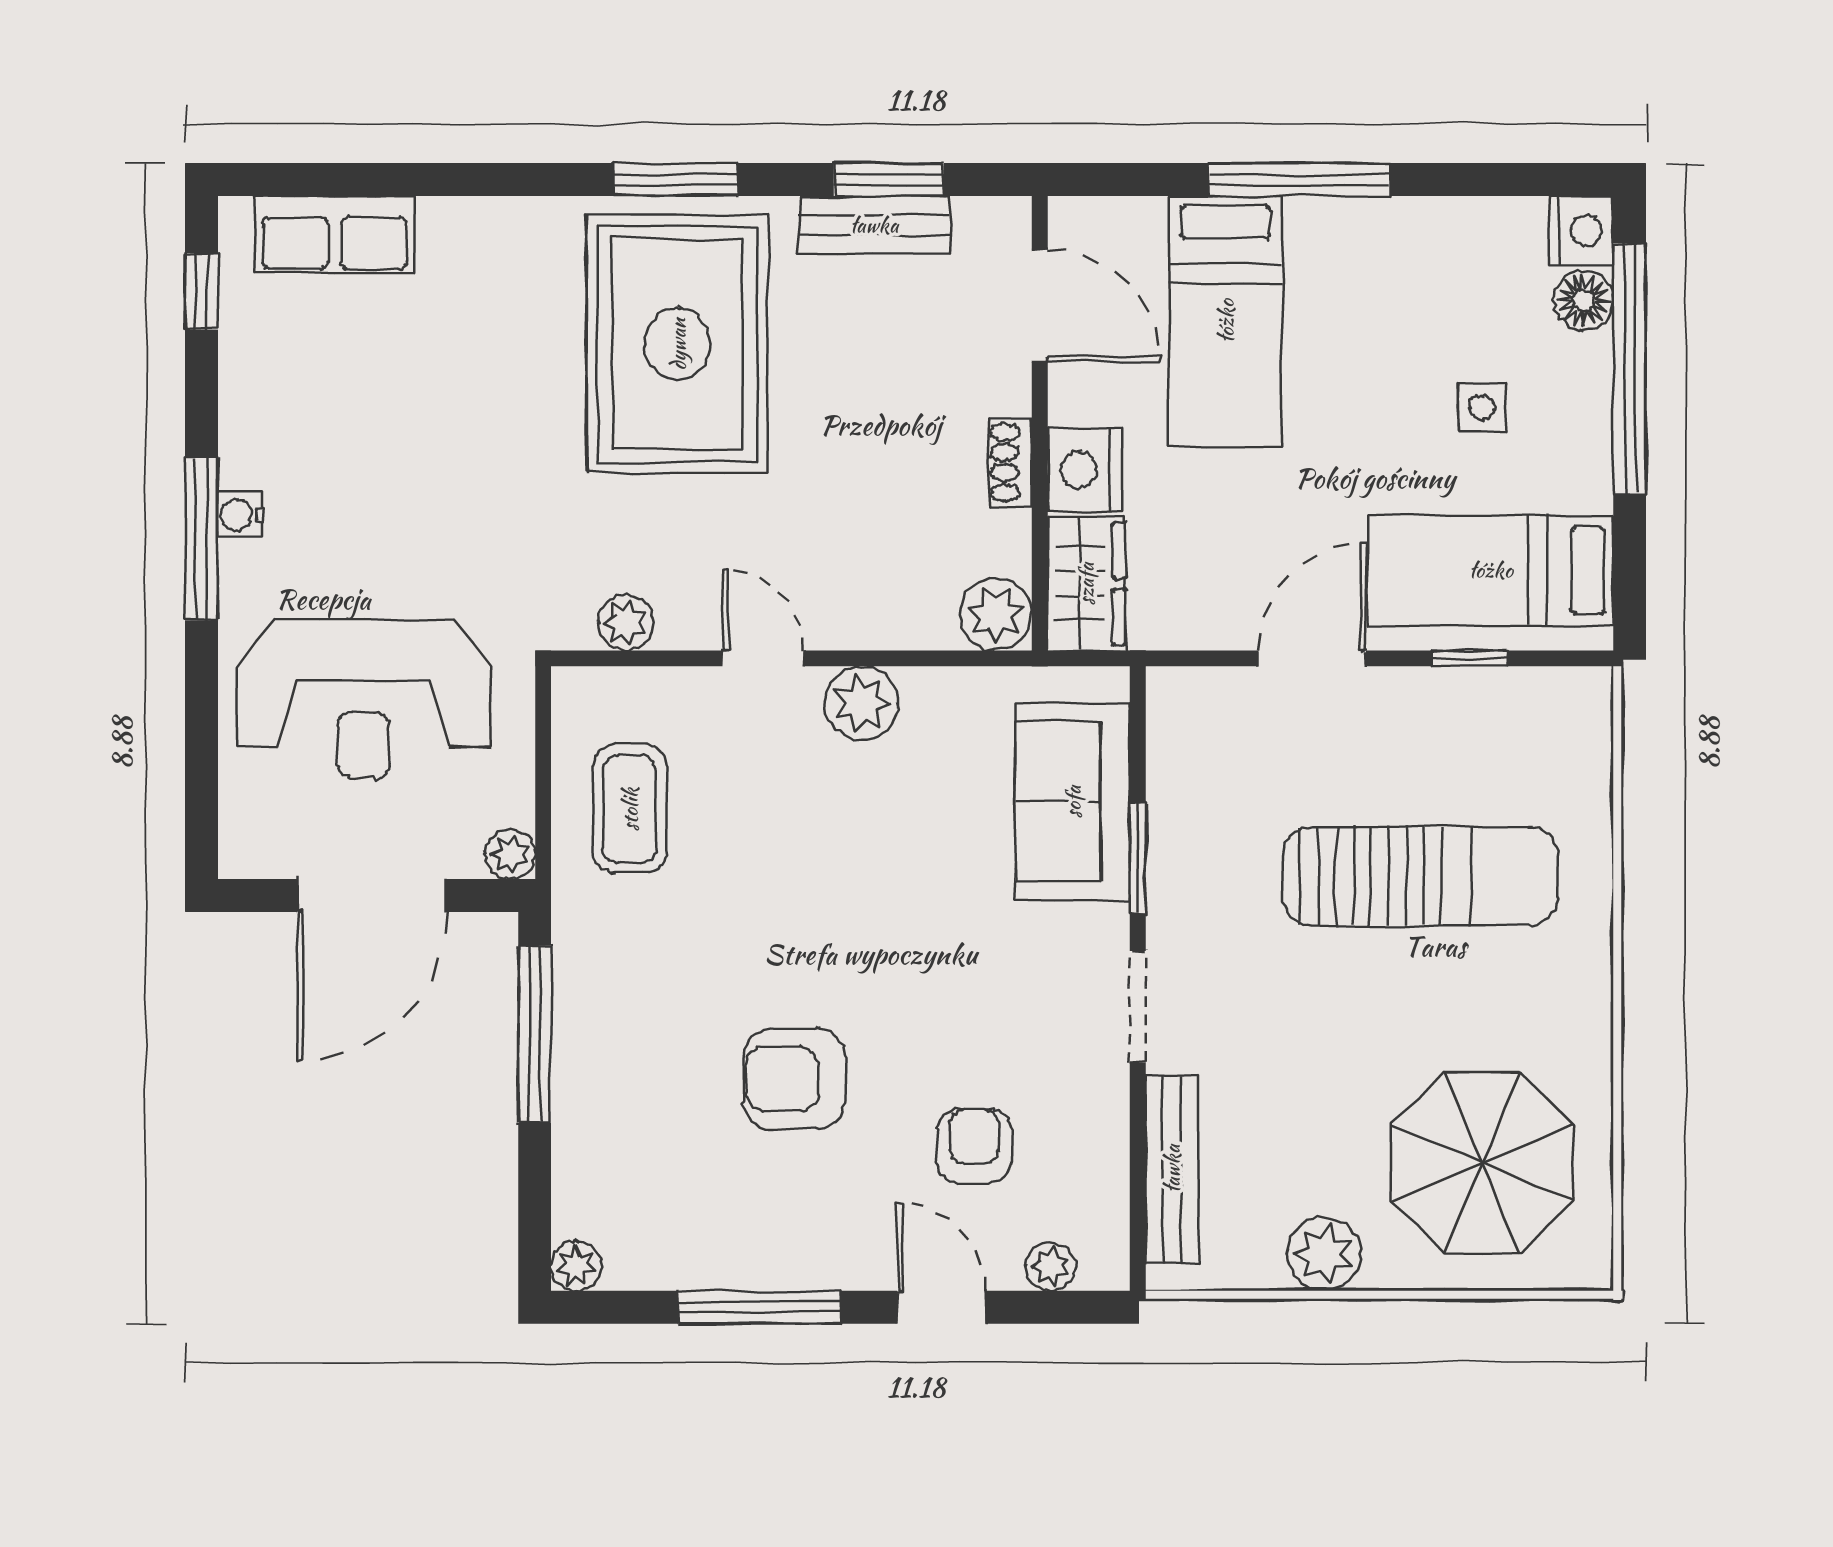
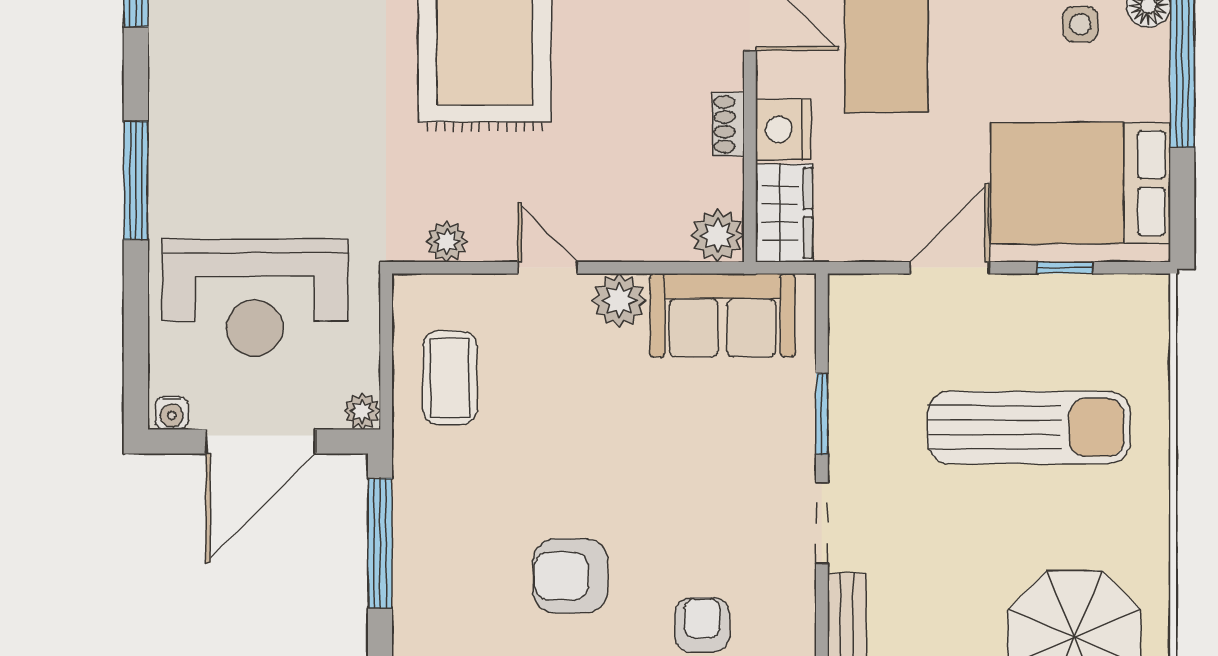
side table: (1482, 407) -> (1080, 24), moved
water cooler: (240, 515) -> (172, 413), moved, turned -90
bed: (1491, 570) -> (1081, 183), width x1.50
sofa: (1073, 802) -> (722, 315), moved, turned -90

